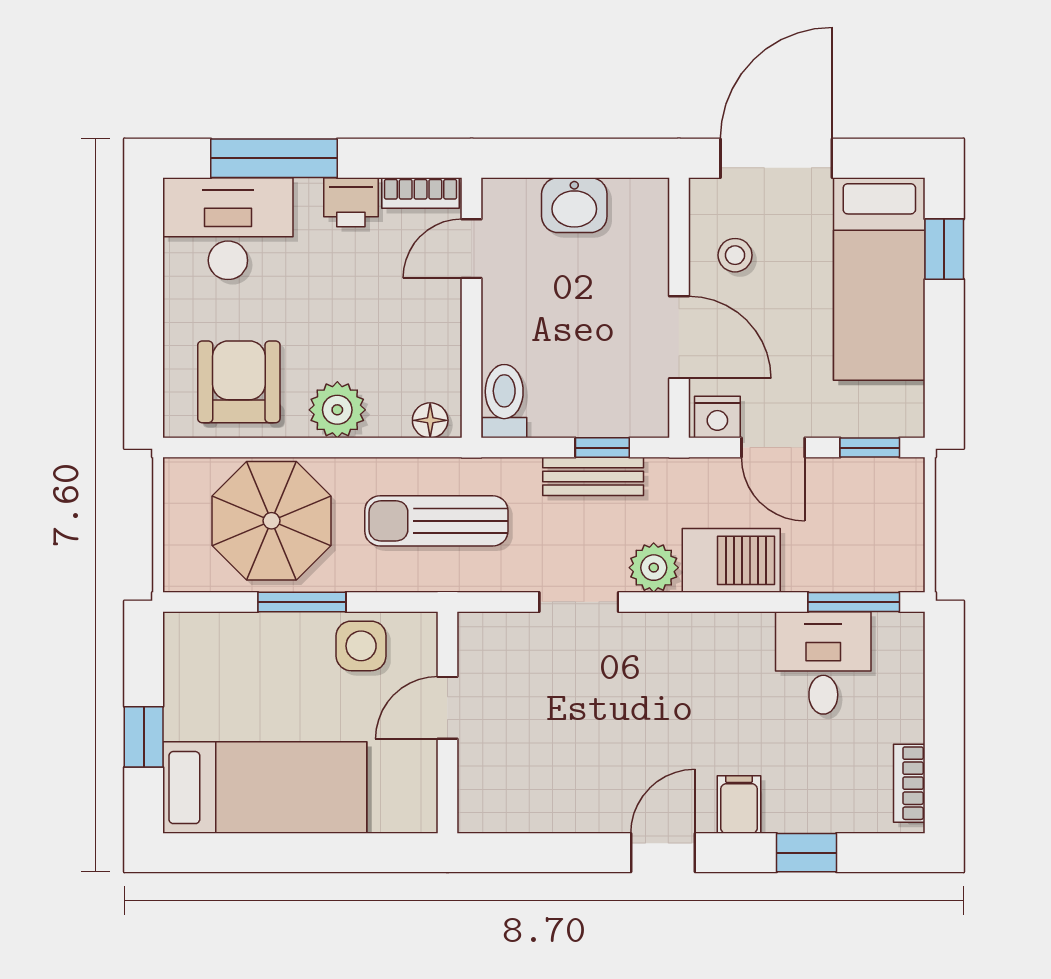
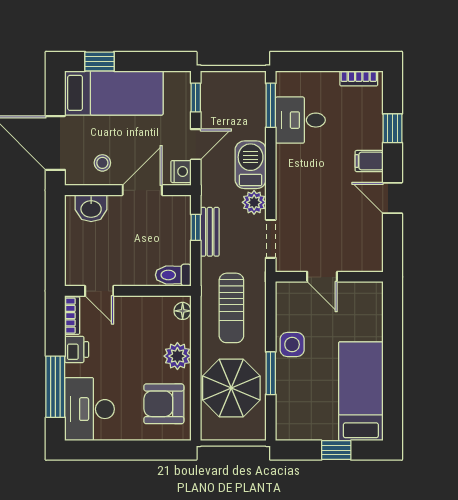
washbasin: (574, 205) -> (91, 208), moved, turned 90
door: (447, 708) -> (322, 277), moved
wall: (447, 722) -> (329, 277), moved

